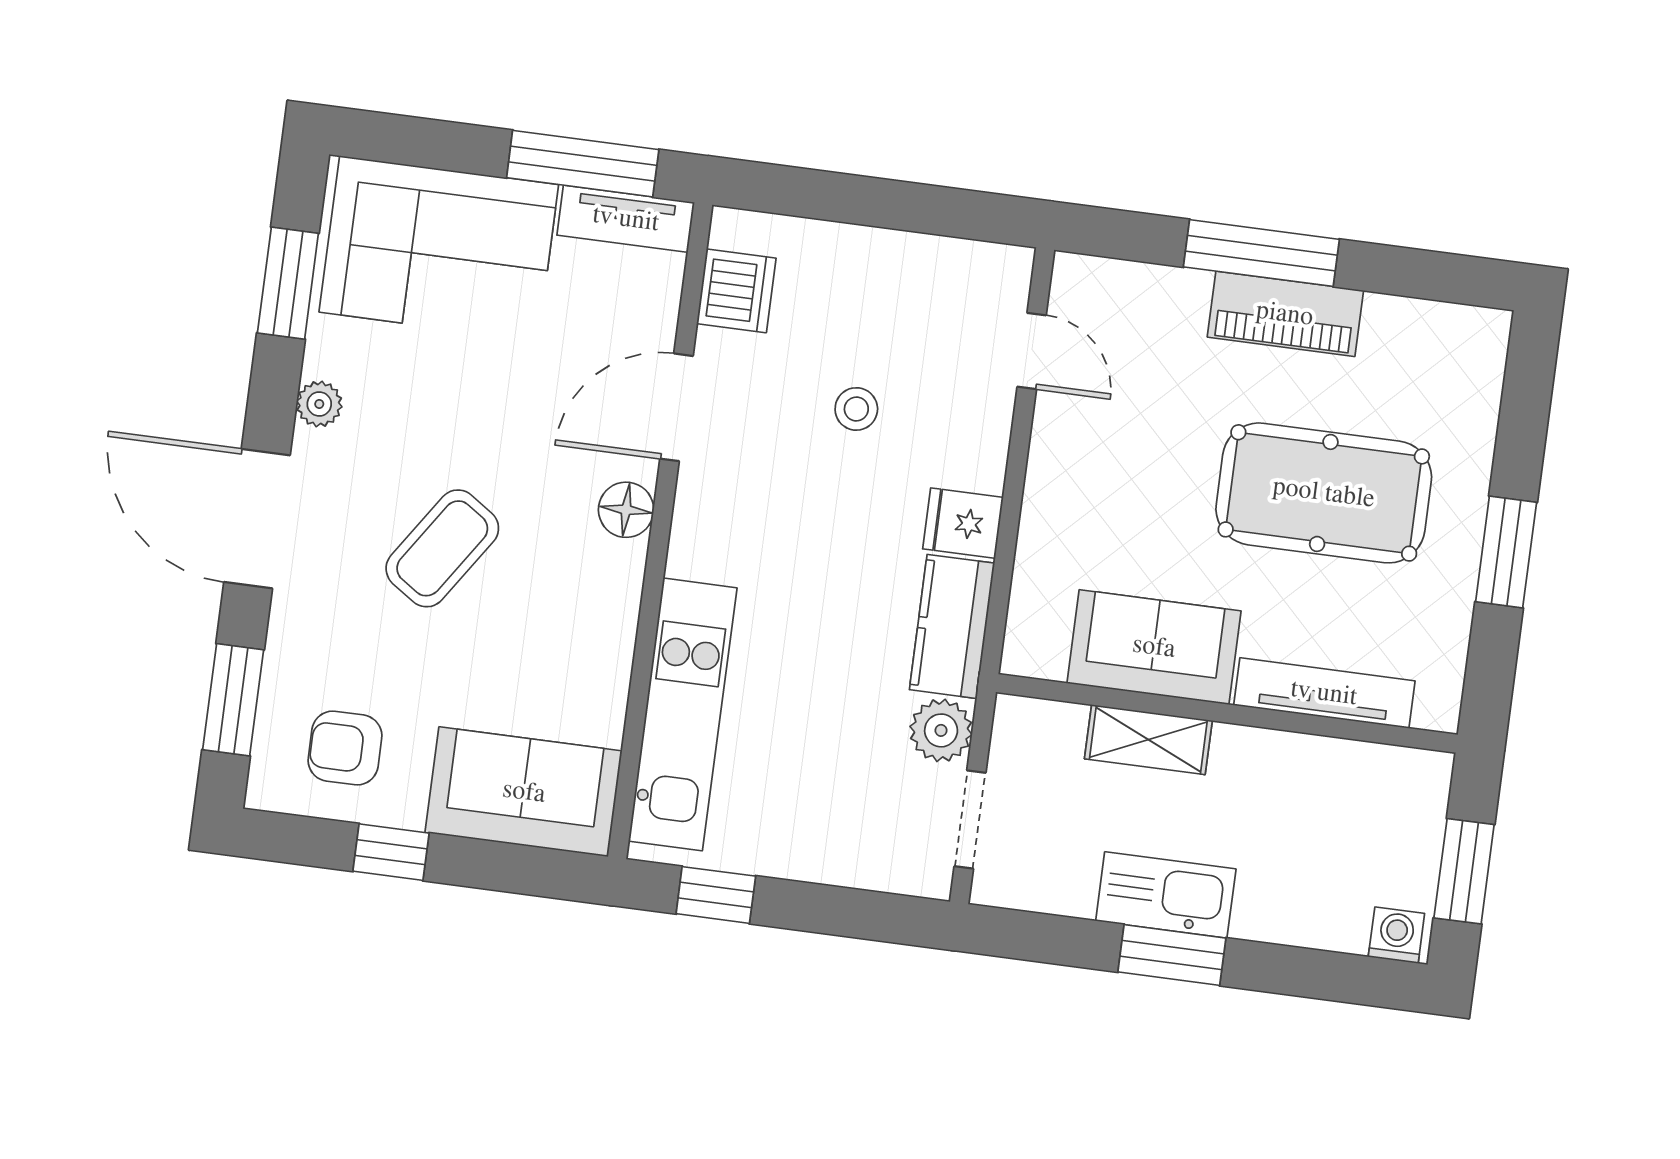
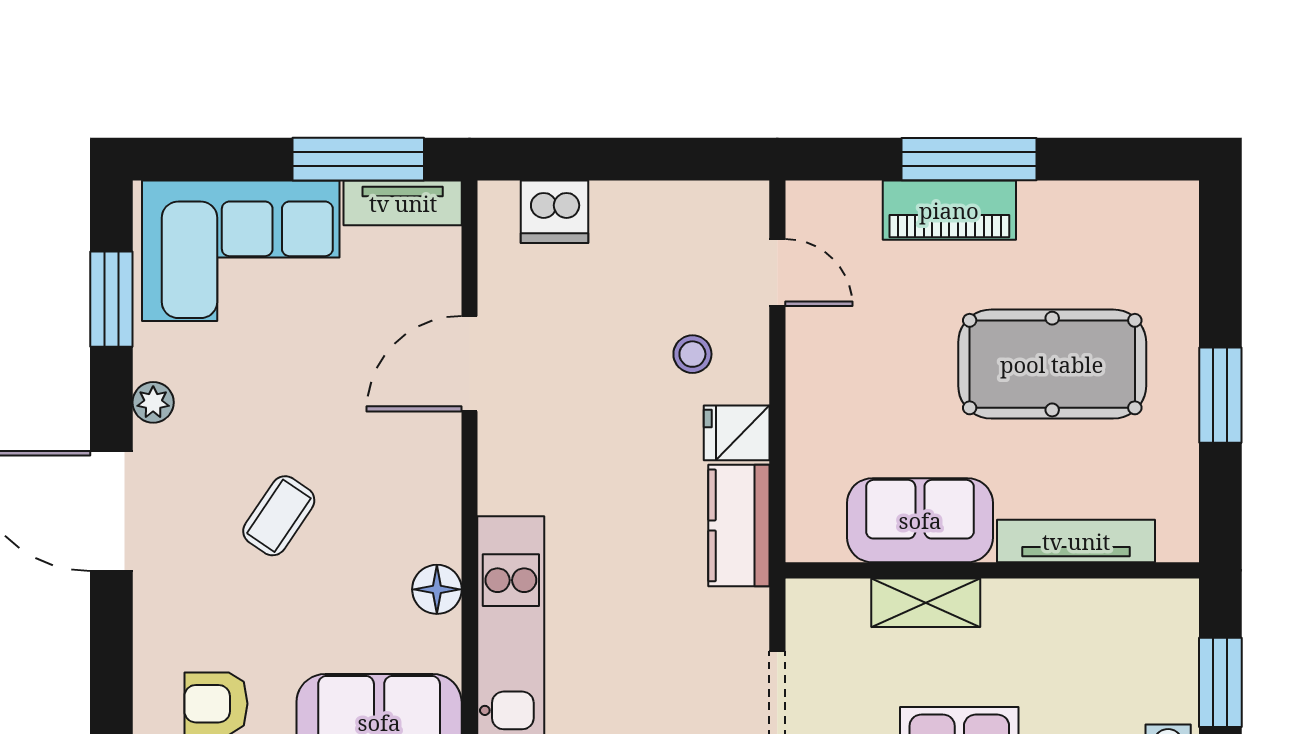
dishwasher: (736, 291) -> (554, 212), moved, turned 90
piano: (1285, 314) -> (949, 210), moved
stool: (856, 409) -> (692, 354), moved
floor lamp: (626, 510) -> (437, 589), moved
coffee table: (442, 548) -> (279, 516), width x0.73, depth x0.77
window: (233, 700) -> (111, 674), removed
plant: (941, 730) -> (741, 619), removed

